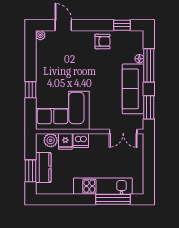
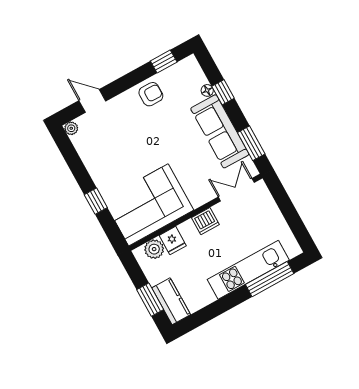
window: (149, 65) -> (223, 92), width x0.46
double door: (123, 131) -> (236, 190), swing flipped
dishwasher: (81, 140) -> (205, 221), moved
kitchen counter: (43, 168) -> (171, 301), moved

